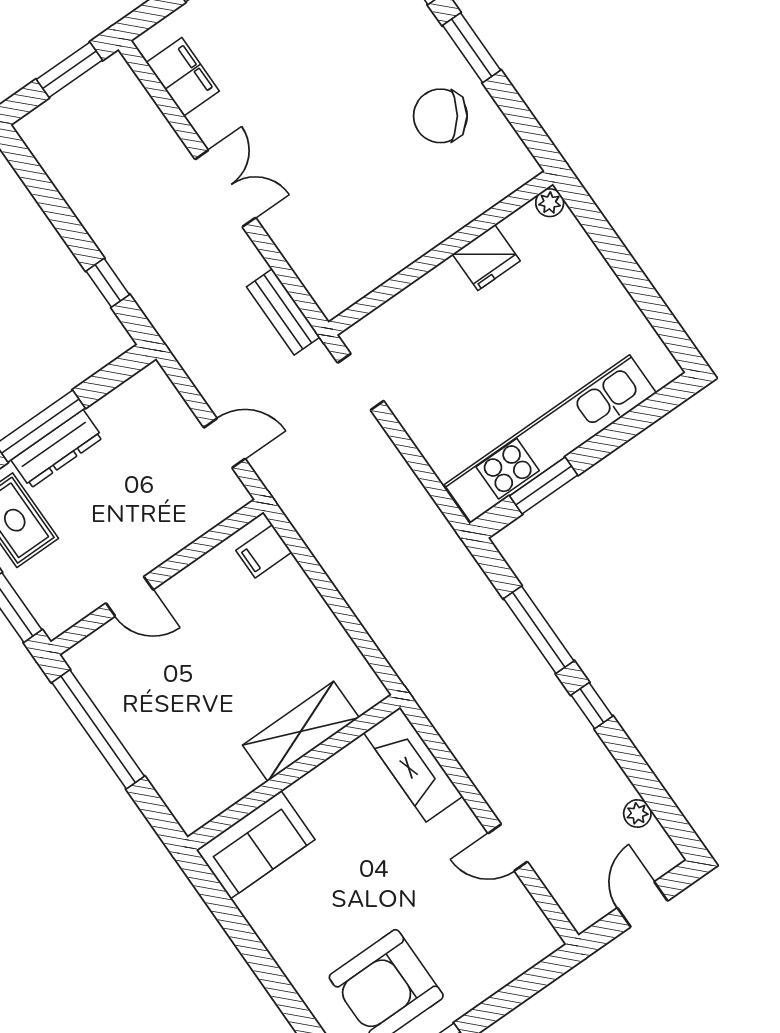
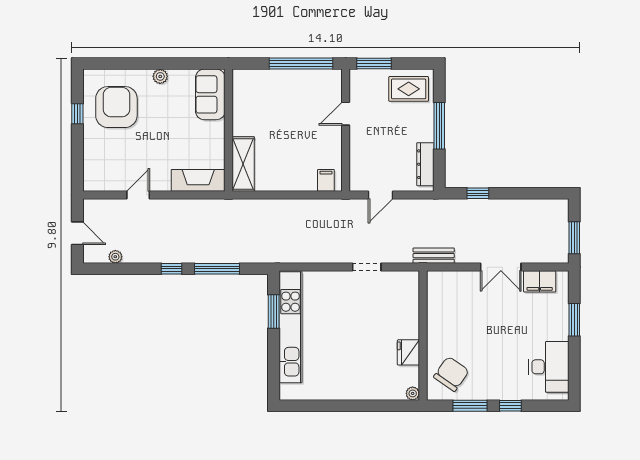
double door: (225, 189) -> (501, 267), moved
plant: (550, 203) -> (413, 393), moved
wall: (441, 253) -> (423, 335), moved
fridge: (486, 258) -> (408, 352), moved
bench: (283, 312) -> (434, 256), moved
dresser: (57, 449) -> (425, 164), moved
shelving: (301, 731) -> (243, 164), moved
plant: (284, 949) -> (160, 76), added

